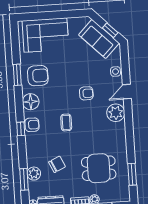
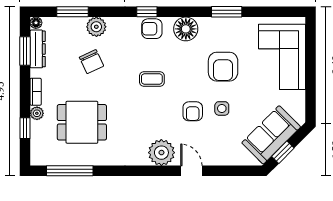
side table: (116, 72) -> (222, 108), moved
armchair: (38, 76) -> (223, 67), moved
armchair: (32, 125) -> (152, 29), turned 90
dining table: (99, 168) -> (82, 122), turned 90
plant: (34, 174) -> (96, 27), moved
window: (132, 174) -> (70, 171), width x1.44

